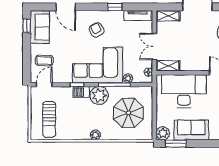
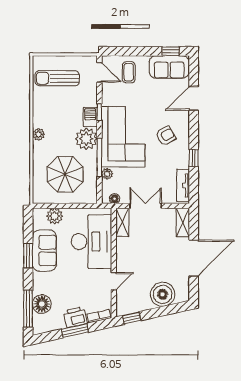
plant: (163, 133) -> (55, 216), moved
window: (176, 143) -> (28, 256), moved

